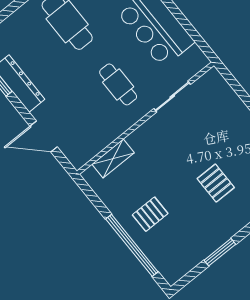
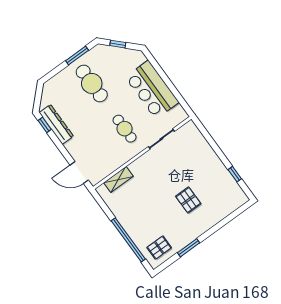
door: (44, 136) -> (79, 173), moved
pallet: (150, 214) -> (159, 248), moved

